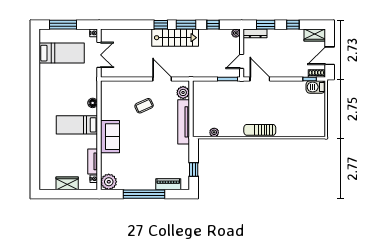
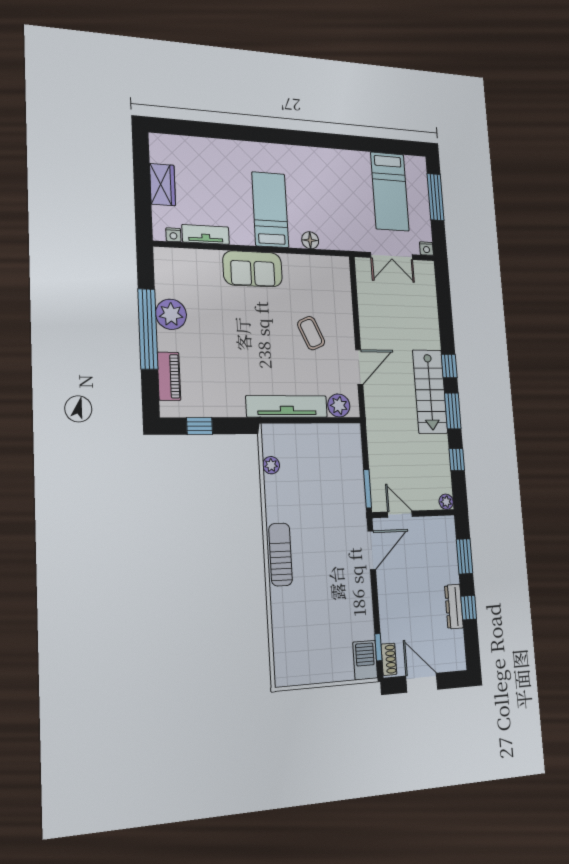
dresser: (255, 33) -> (454, 607), moved
wardrobe: (315, 35) -> (455, 651), removed
plant: (109, 182) -> (171, 314), moved

